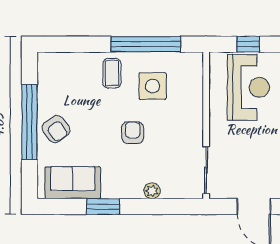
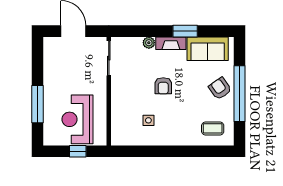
window: (146, 44) -> (153, 151), removed
coffee table: (112, 73) -> (213, 128), moved, turned 90
side table: (153, 86) -> (148, 120), width x0.54, depth x0.54
fireplace: (122, 190) -> (171, 43), added

